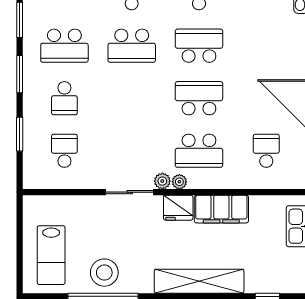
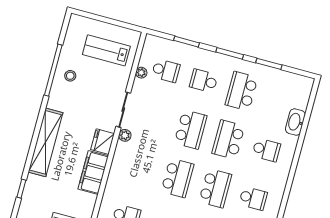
school desk: (199, 151) -> (191, 129), moved, turned 180
plant: (179, 182) -> (141, 73), moved
lab bench: (51, 255) -> (106, 50), moved
stool: (104, 273) -> (70, 76), width x0.53, depth x0.53

